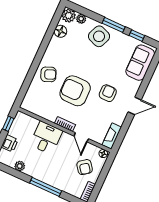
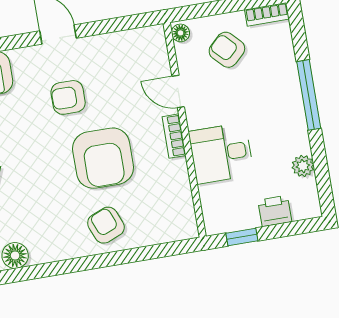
fireplace: (112, 136) -> (139, 39), removed
door: (81, 137) -> (178, 92), swing flipped
armchair: (85, 167) -> (227, 50), turned -97

